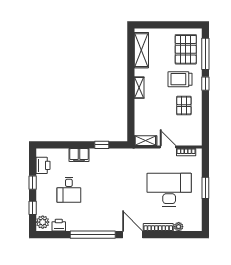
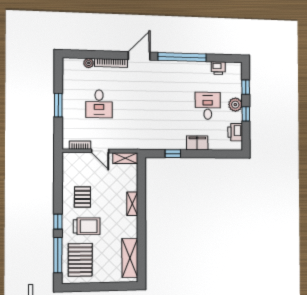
shelving: (139, 88) -> (132, 204), moved
desk: (169, 190) -> (99, 104), width x0.53, depth x0.77
plant: (43, 222) -> (235, 105), moved
door: (133, 235) -> (139, 56), swing flipped

